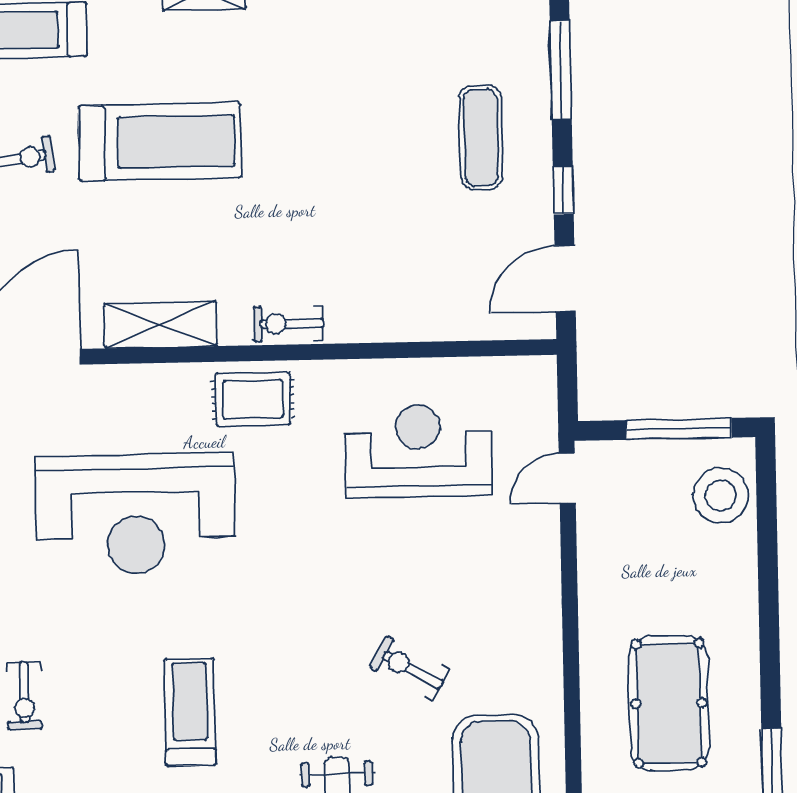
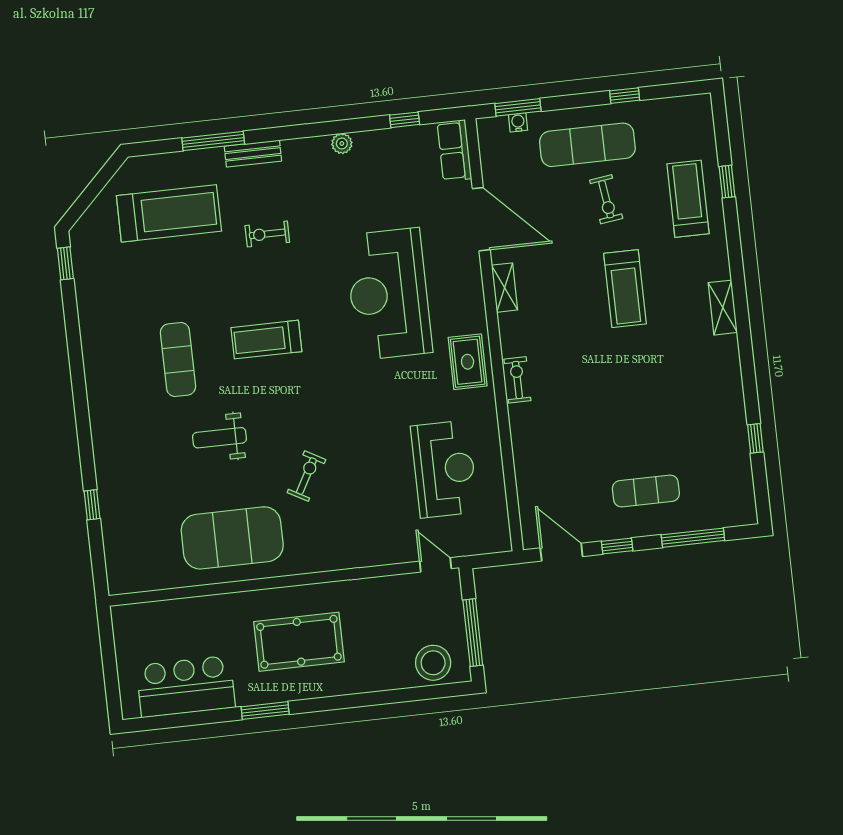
treadmill: (160, 142) -> (625, 289), width x0.73, depth x0.73
shelving: (160, 325) -> (505, 288), width x0.67, depth x0.75
treadmill: (190, 712) -> (266, 340), turned 180

